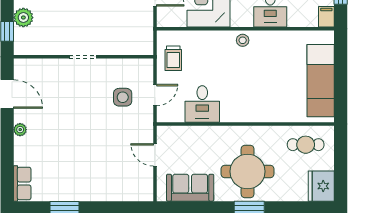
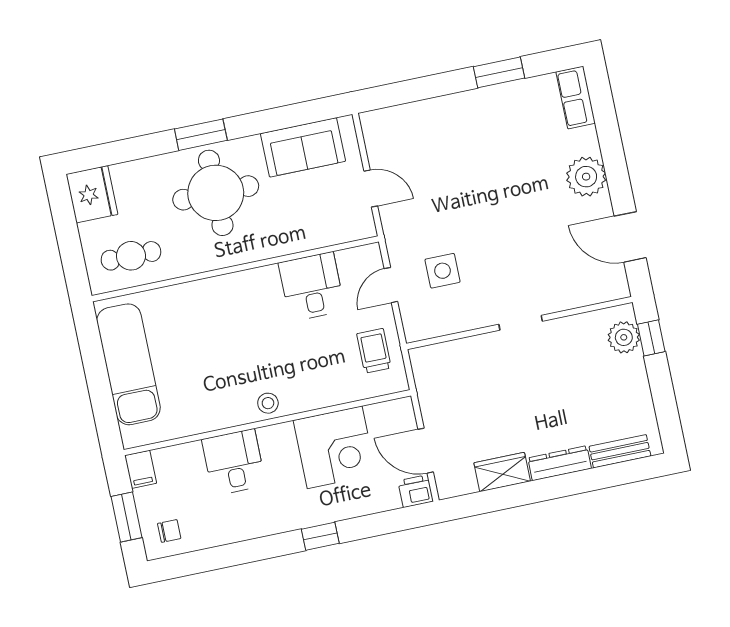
plant: (23, 18) -> (624, 337), moved
plant: (20, 130) -> (586, 177), width x1.87, depth x1.87

